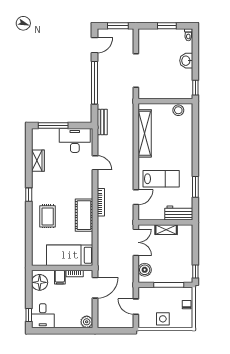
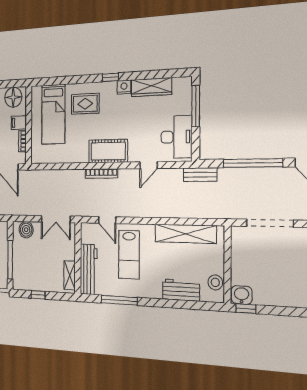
washbasin: (186, 61) -> (242, 295), moved
workbench: (185, 137) -> (181, 290), added
wardrobe: (38, 161) -> (151, 87), width x1.50
nightstand: (37, 183) -> (124, 87), added
window: (195, 187) -> (119, 300), width x1.44
workbench: (179, 213) -> (89, 269), width x1.38
cot: (84, 215) -> (108, 151), moved
shelving: (166, 230) -> (70, 275), moved
bed: (70, 255) -> (53, 114), moved, turned 180
window: (195, 272) -> (38, 295), moved

